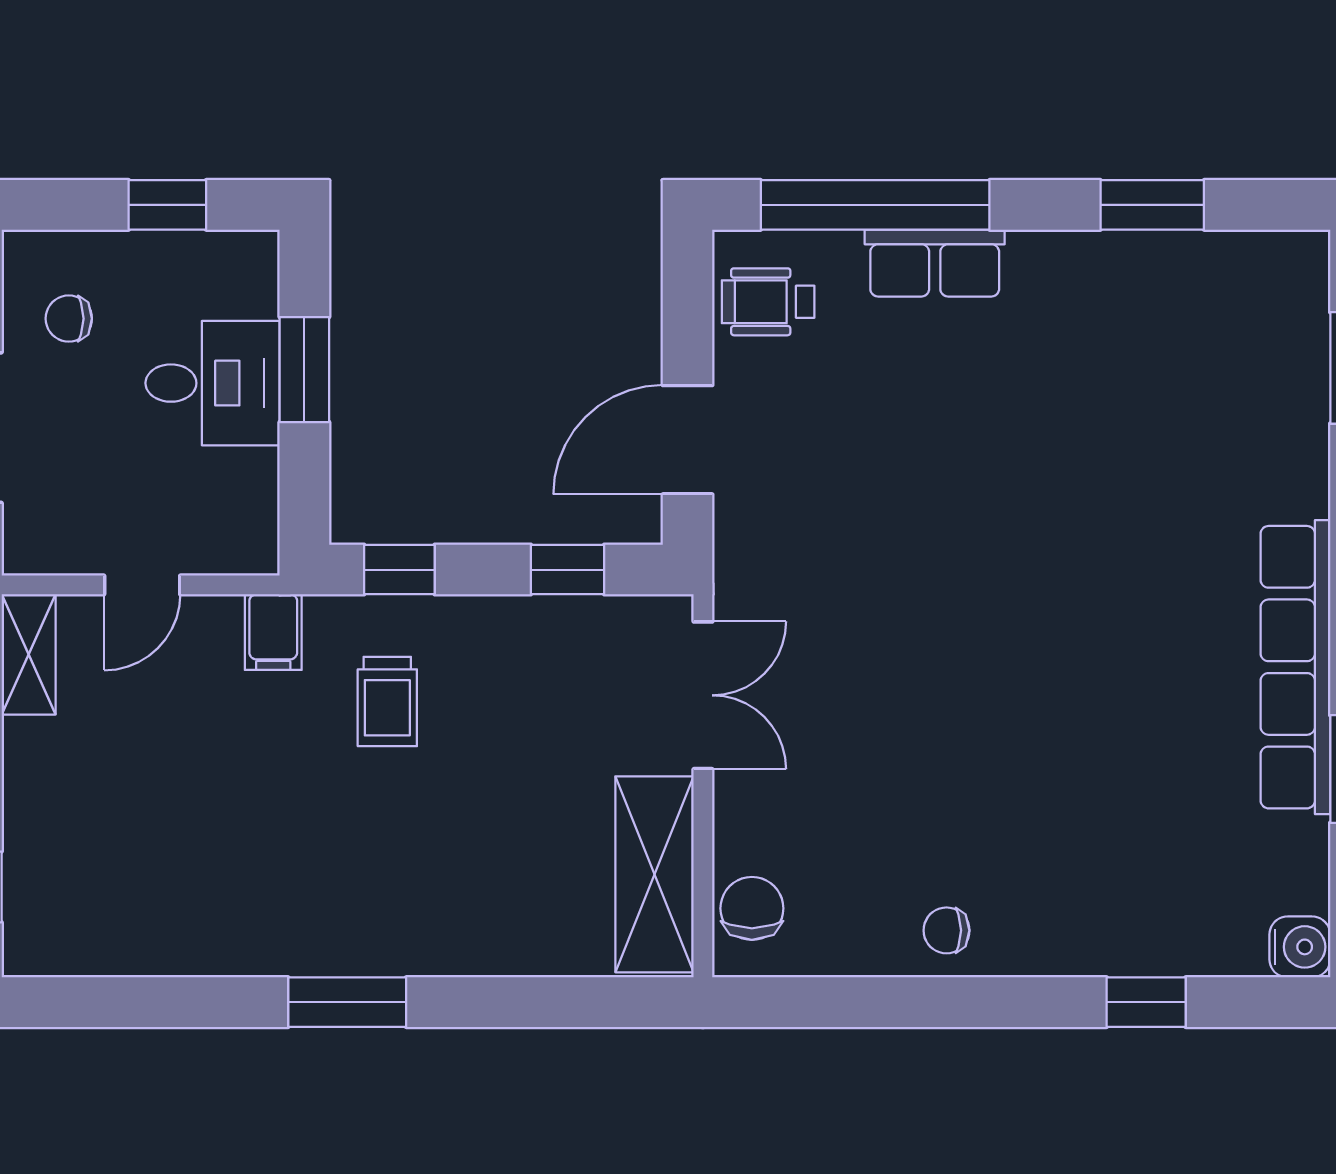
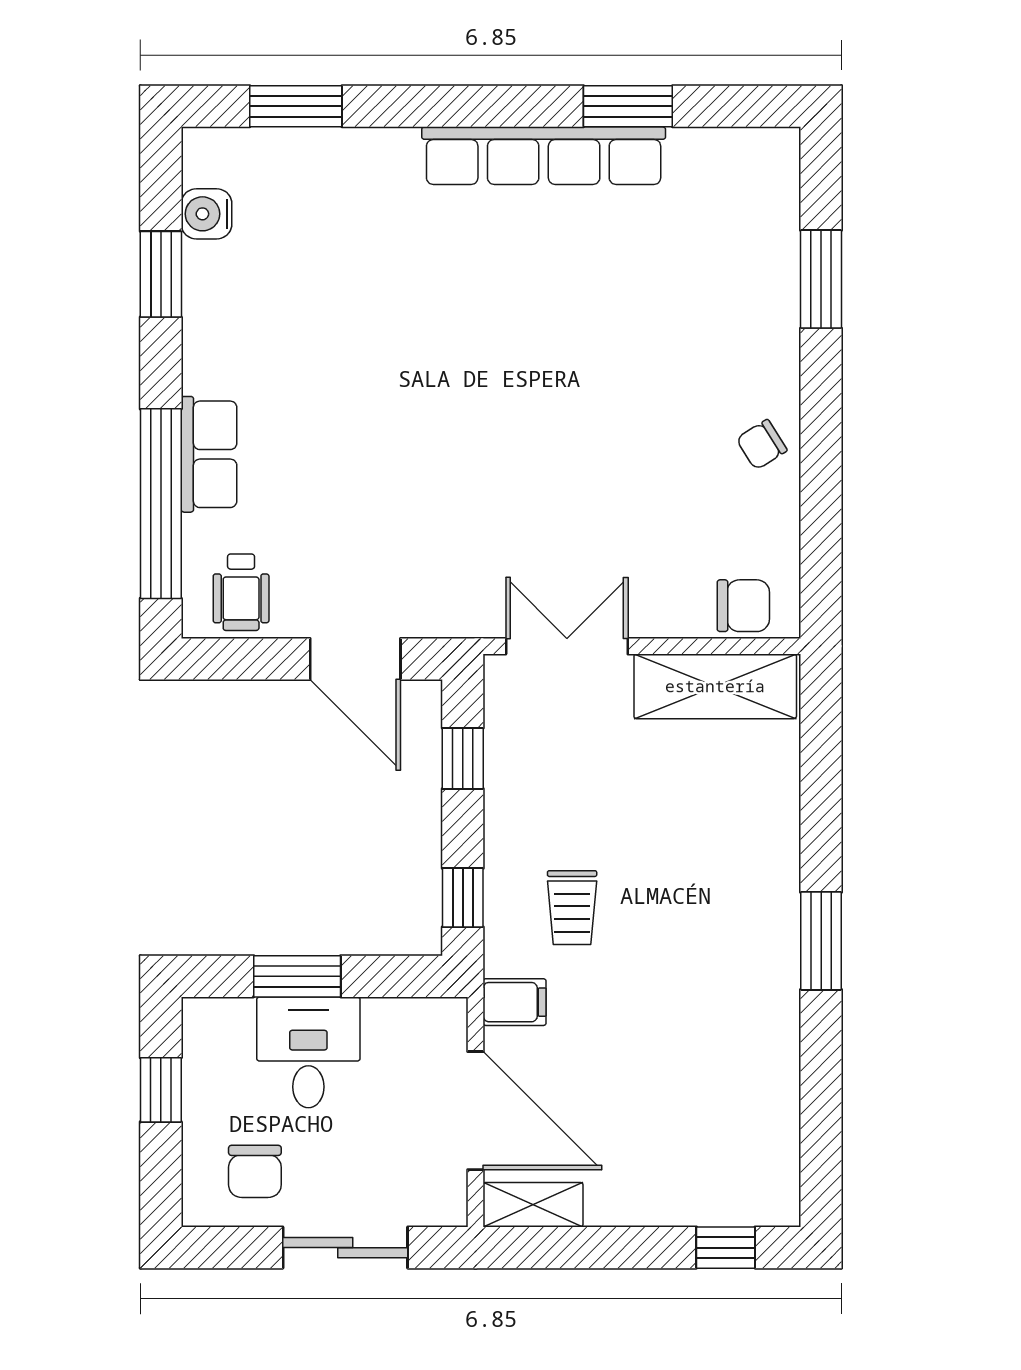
chair: (69, 319) -> (255, 1171), width x1.37, depth x1.37
door: (142, 585) -> (476, 1111), width x1.87
trolley: (387, 701) -> (572, 908), turned 90
chair: (752, 908) -> (743, 606), turned 180
chair: (946, 930) -> (762, 445), turned 58
water cooler: (1300, 947) -> (206, 214), moved, turned -90
window: (1146, 1002) -> (821, 279), width x1.50

